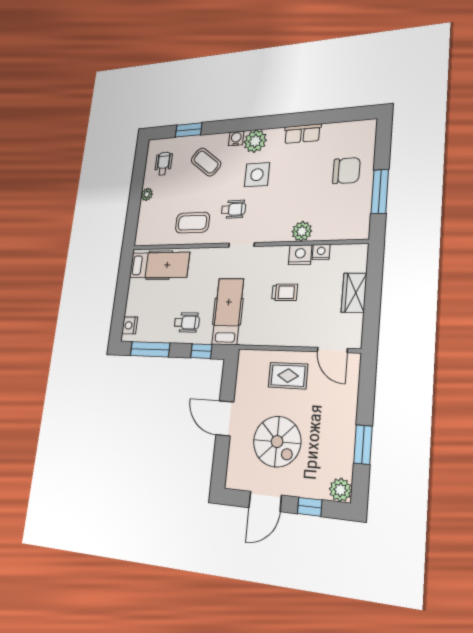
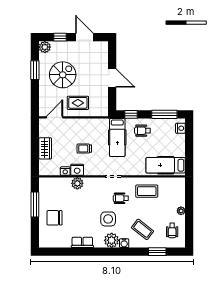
door: (332, 350) -> (55, 117), hinge flipped
spiral stairs: (277, 442) -> (63, 75), moved, turned 90
door: (265, 501) -> (84, 37), hinge flipped

